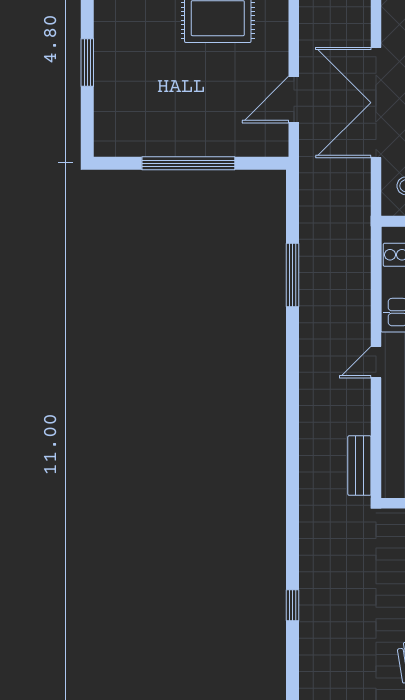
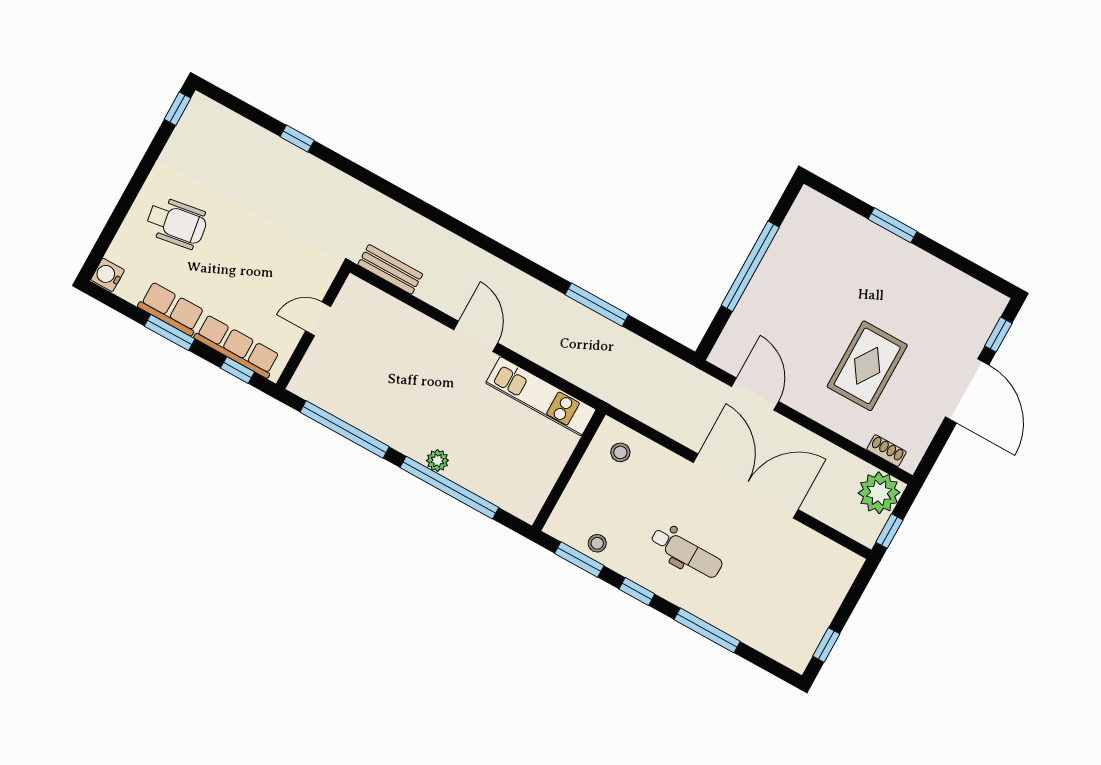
double door: (376, 103) -> (746, 486), moved
door: (376, 362) -> (476, 336), width x1.38

